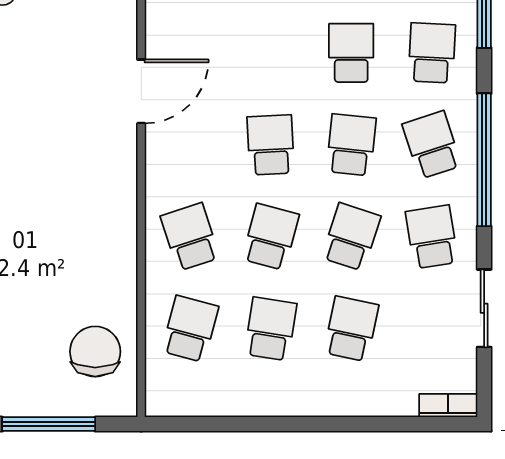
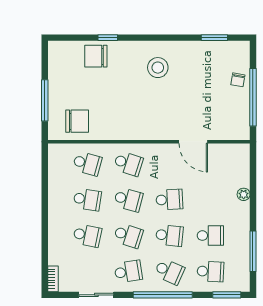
school desk: (432, 145) -> (169, 271), turned 42
school desk: (190, 237) -> (128, 164), turned 36

